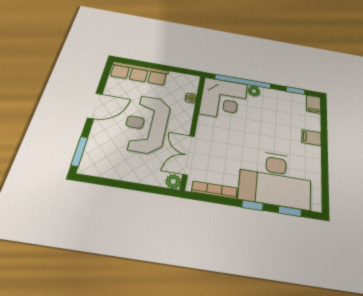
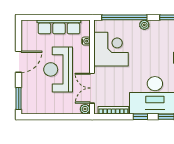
row of seats: (139, 73) -> (59, 27), moved
plant: (254, 91) -> (144, 25), moved
corner desk: (224, 99) -> (111, 49), moved, turned -90

